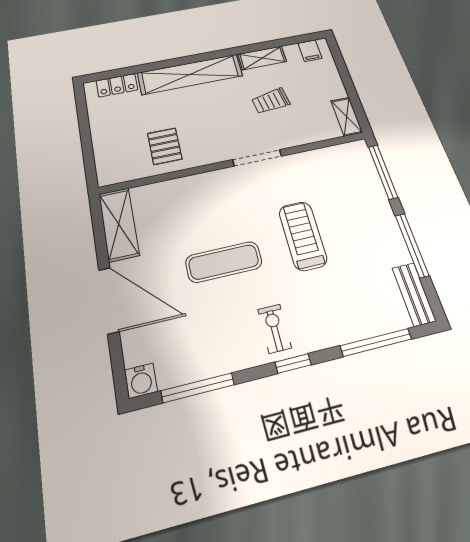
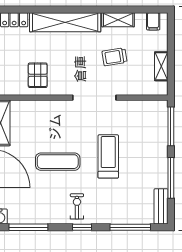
shelving: (347, 117) -> (161, 66), moved
doorway: (257, 158) -> (94, 98), width x1.36

